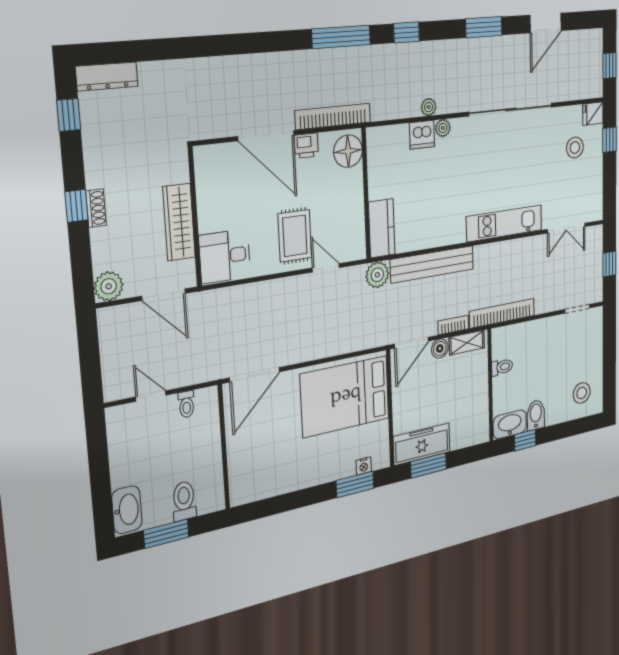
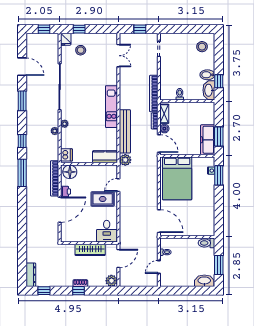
dishwasher: (422, 135) -> (66, 155), moved
kitchen unit: (504, 223) -> (111, 107), moved
toilet: (184, 501) -> (207, 243), moved

